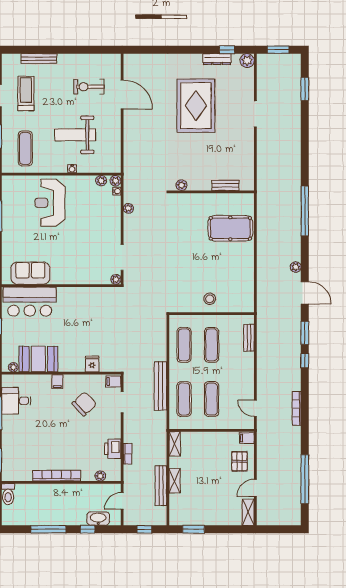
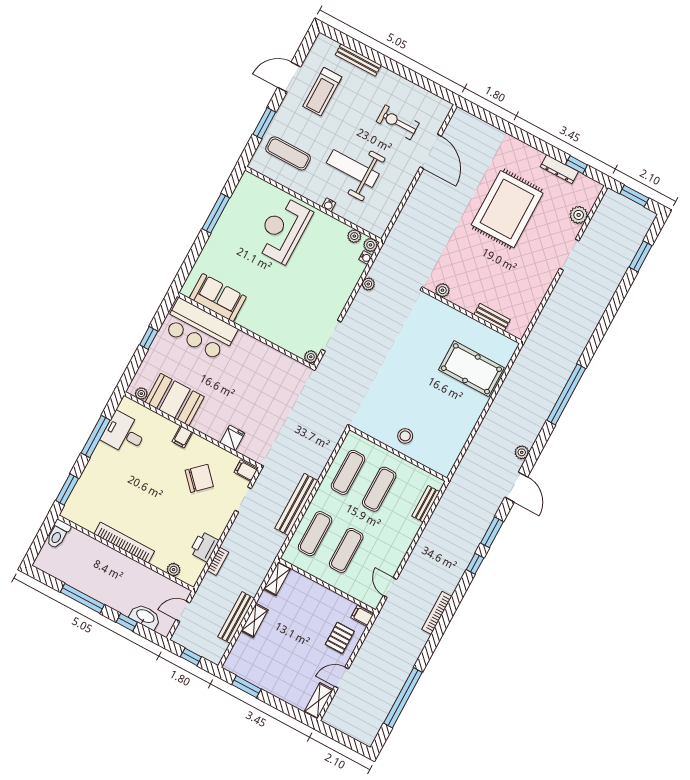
plant: (247, 61) -> (579, 215), moved
treadmill: (26, 93) -> (322, 92), turned 180
exercise mat: (25, 148) -> (288, 153), turned 90

